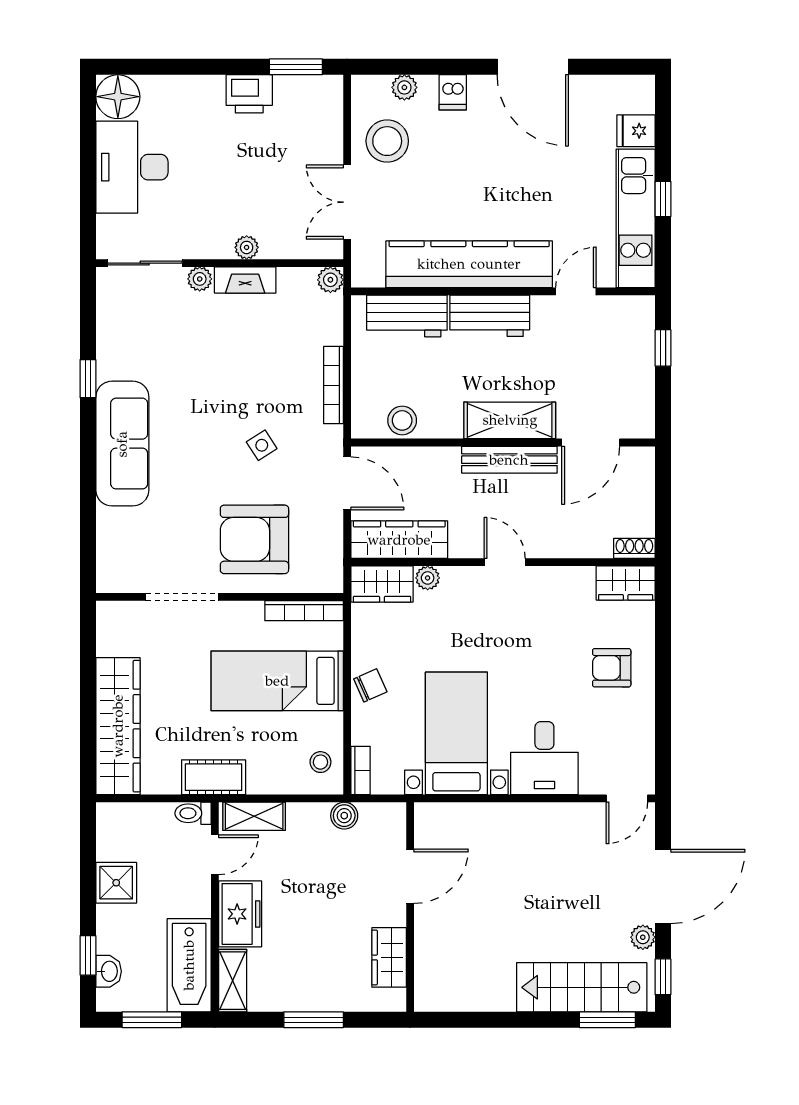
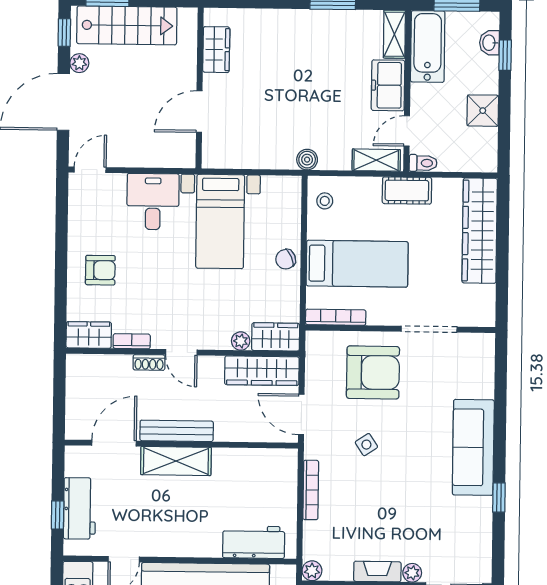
workbench: (490, 316) -> (80, 508), moved, turned 90
stool: (402, 420) -> (258, 462), removed
shoe rack: (634, 548) -> (149, 362), moved
bookcase: (361, 770) -> (132, 341), moved, turned 90
door: (410, 876) -> (199, 112), moved
wall: (410, 907) -> (200, 88), moved
wardrobe: (389, 957) -> (216, 50), moved

